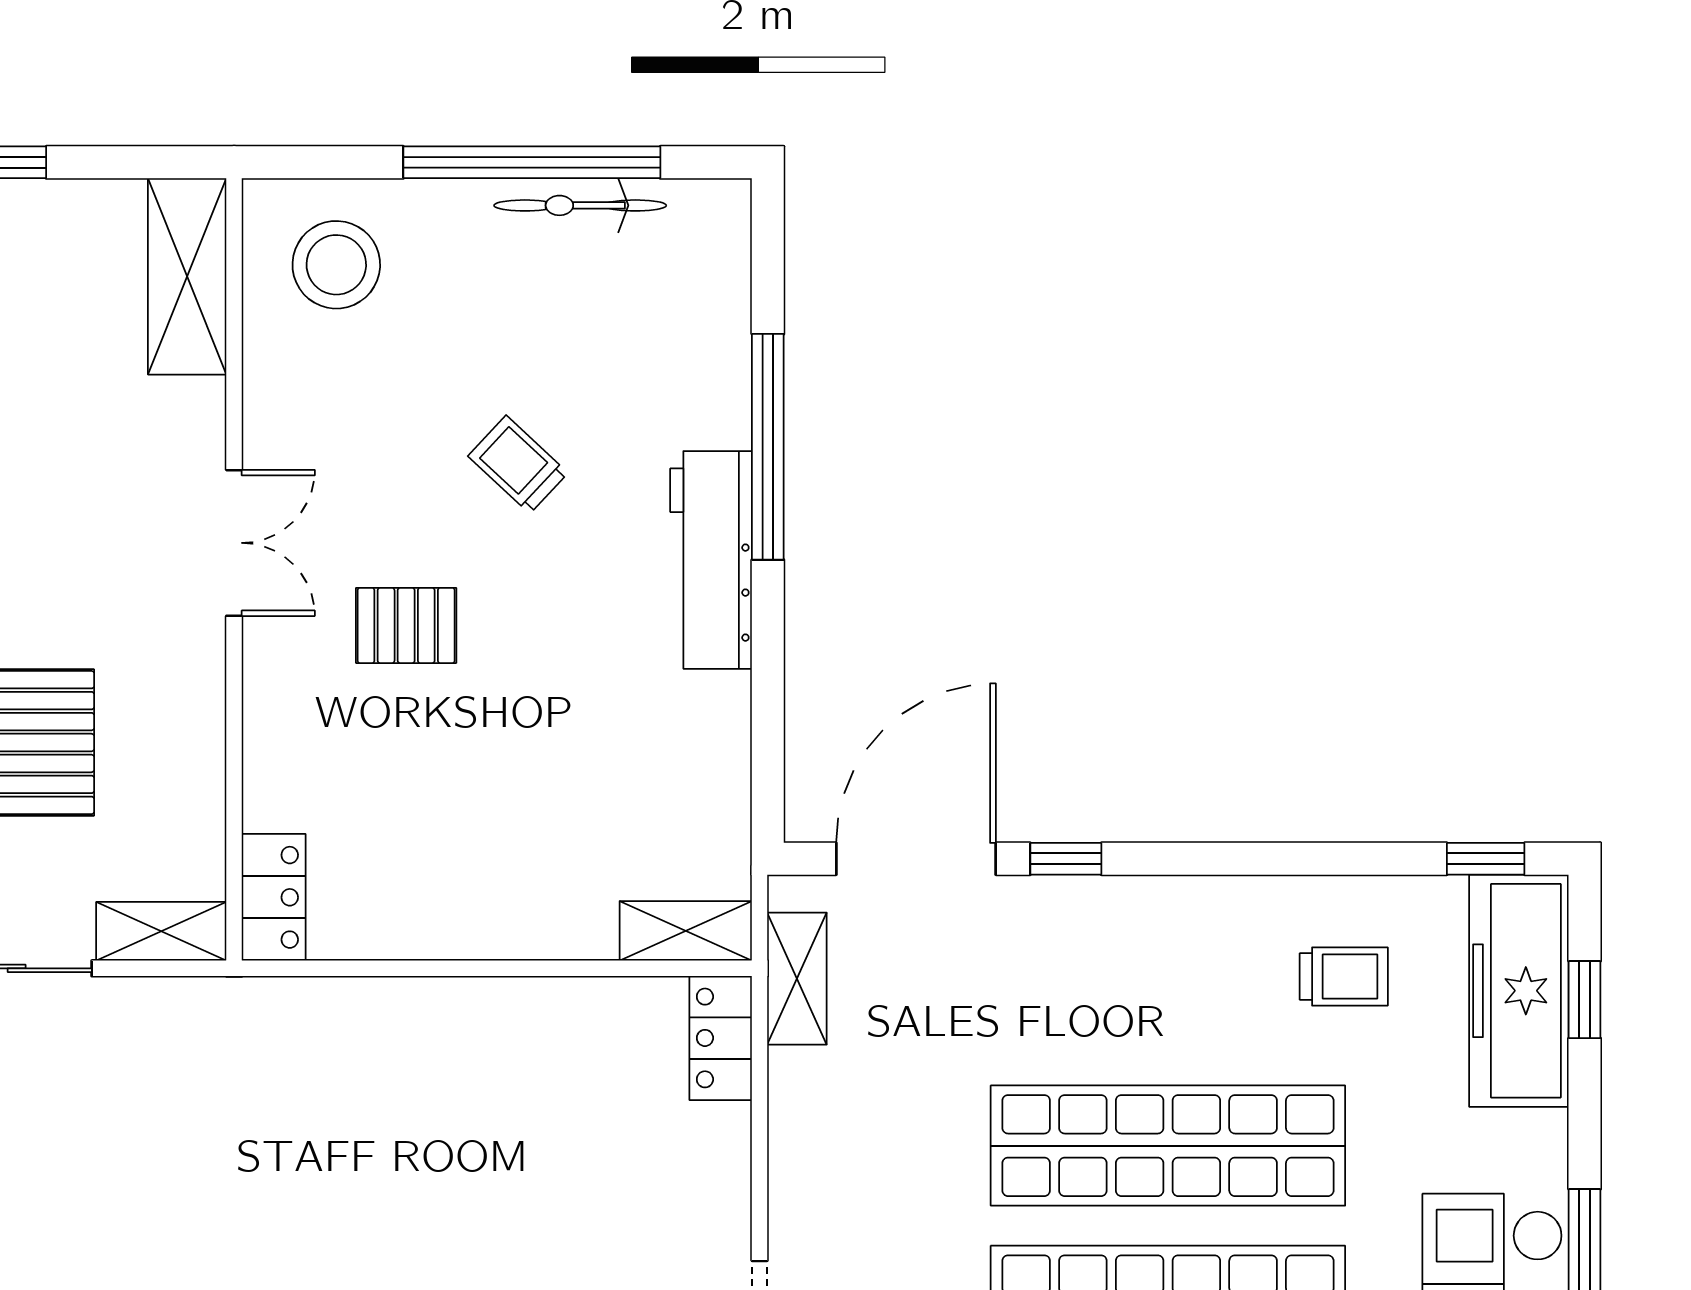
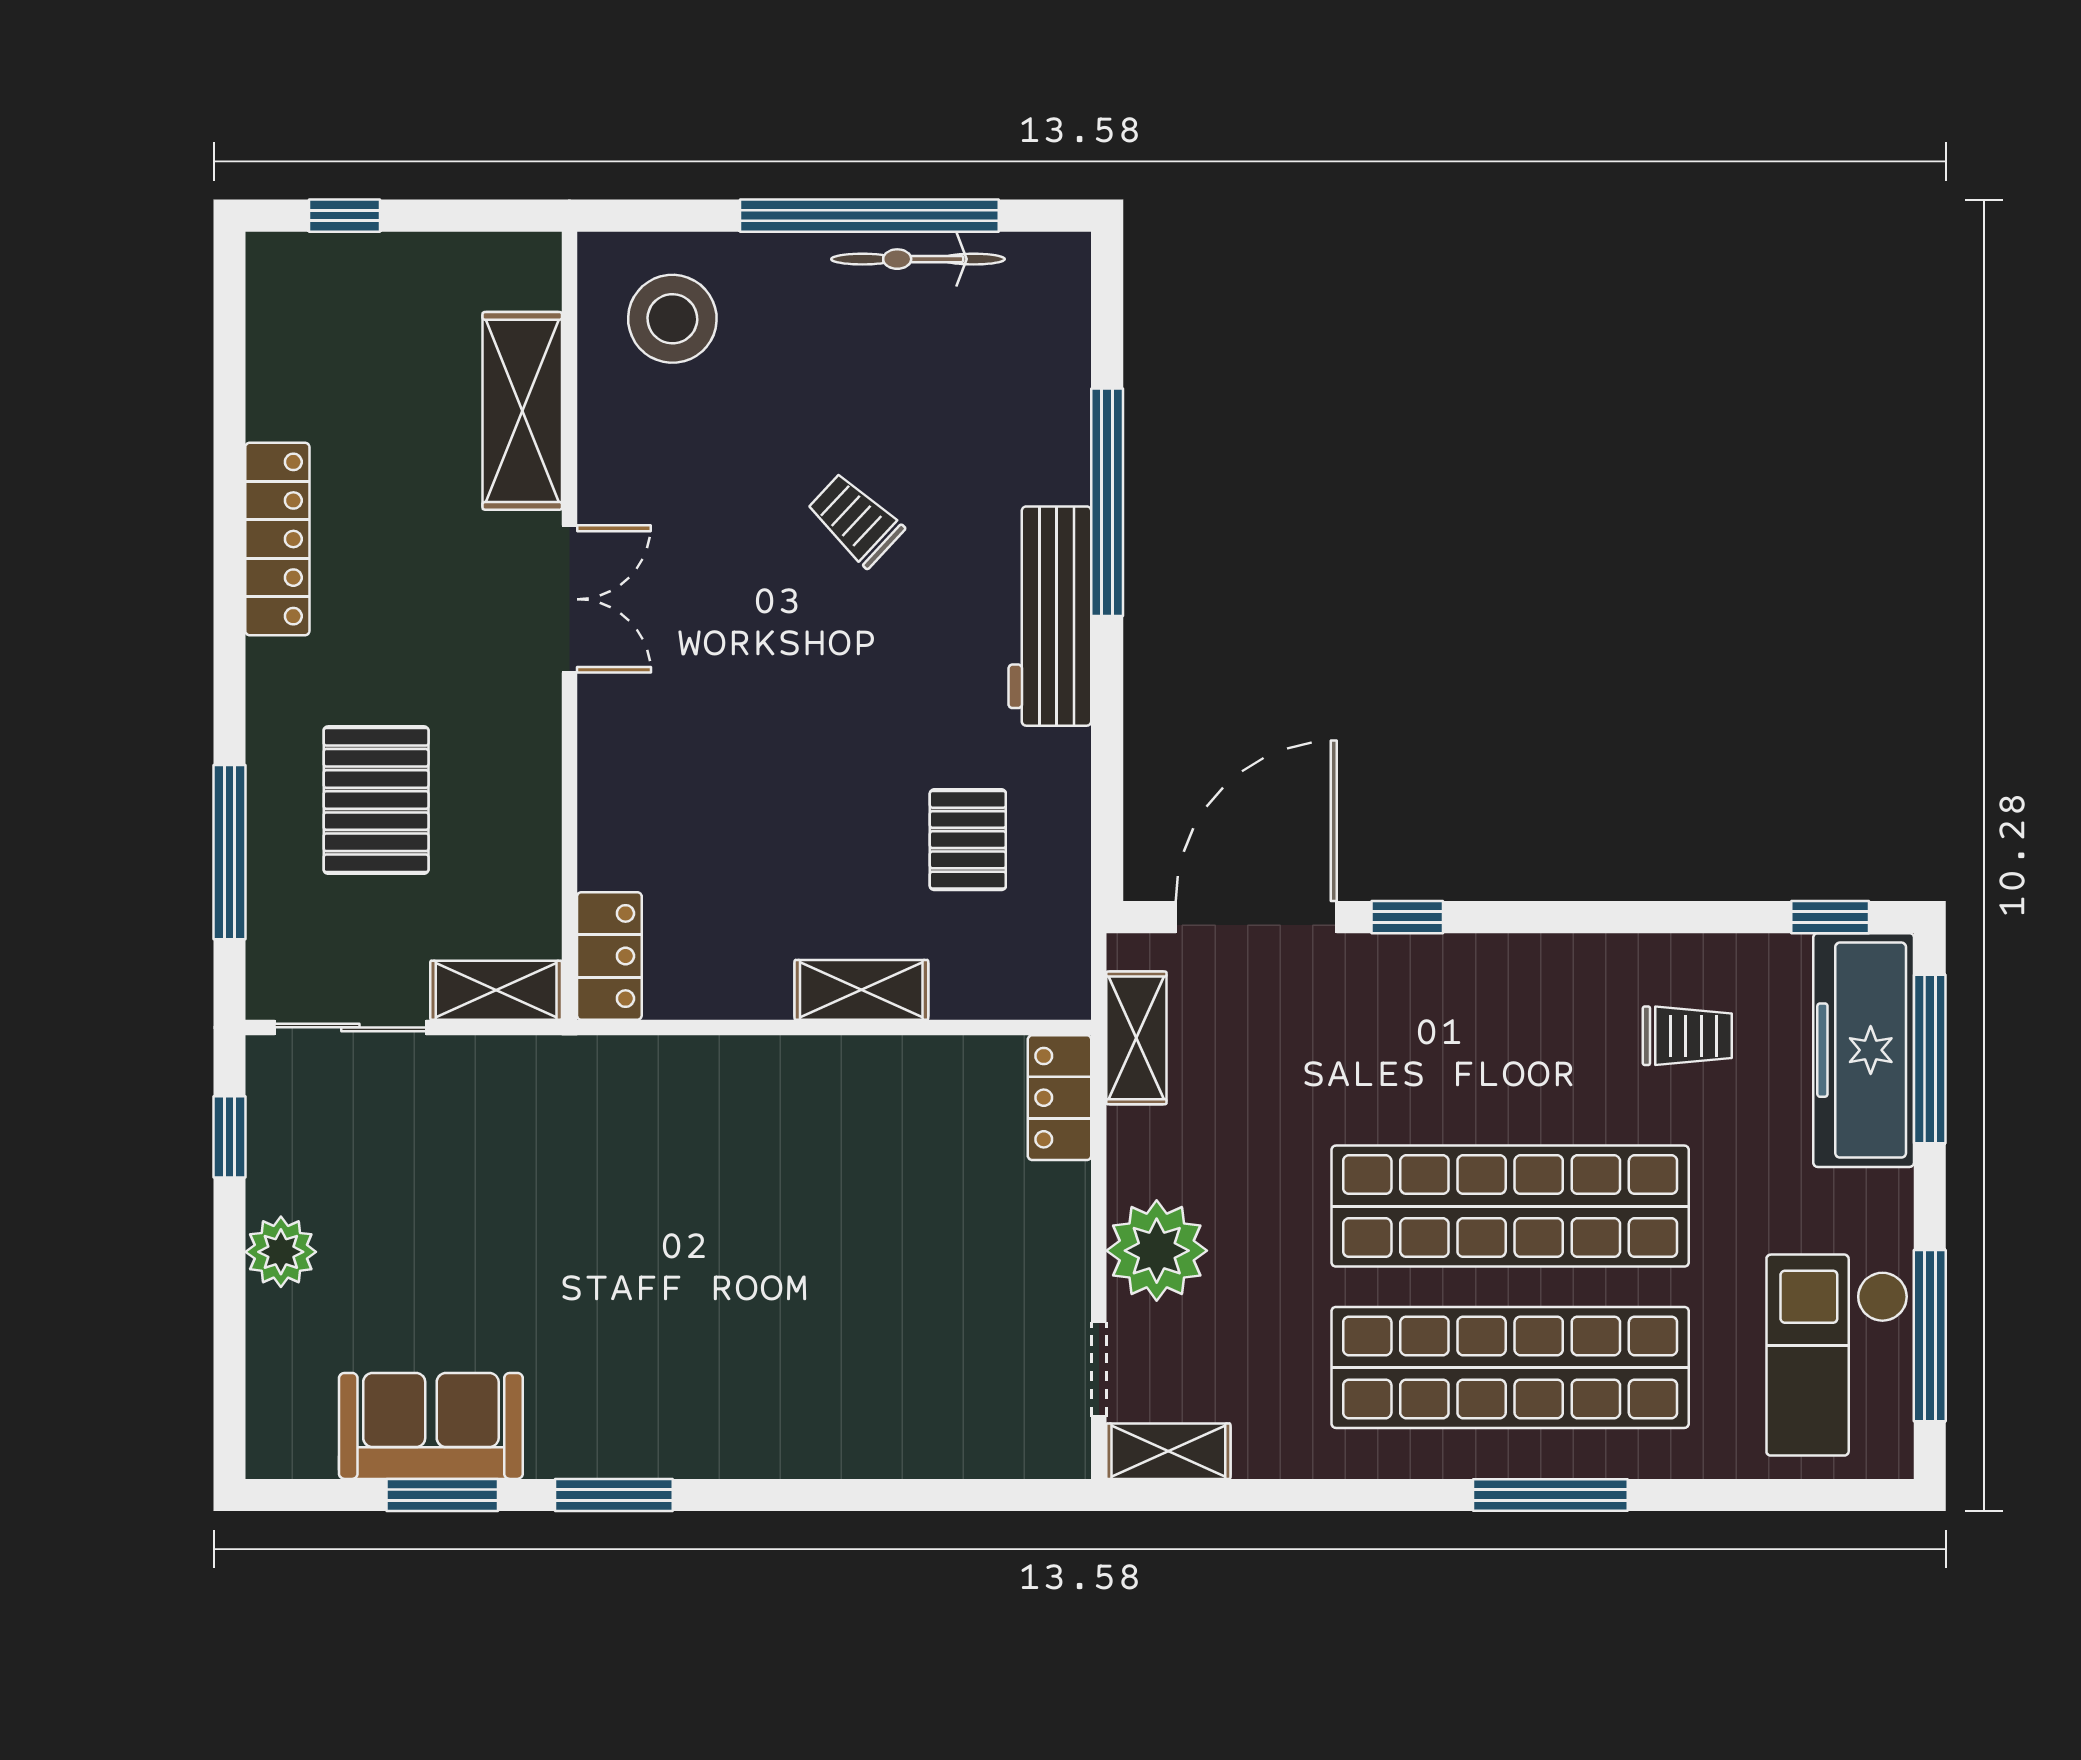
shelving: (187, 276) -> (522, 411), moved
pallet: (406, 625) -> (968, 840), moved, turned 90
shelving: (686, 931) -> (861, 990), moved
window: (1585, 1000) -> (1930, 1059), width x2.17
plant: (817, 1190) -> (1157, 1251), added

